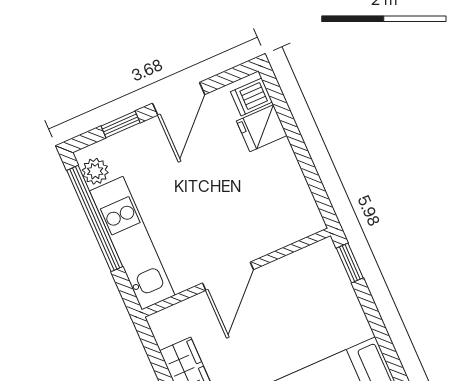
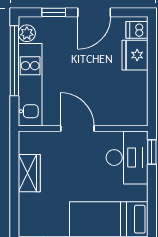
fridge: (262, 128) -> (135, 55), width x1.38
door: (228, 276) -> (77, 129), swing flipped
desk: (318, 287) -> (127, 158), added

